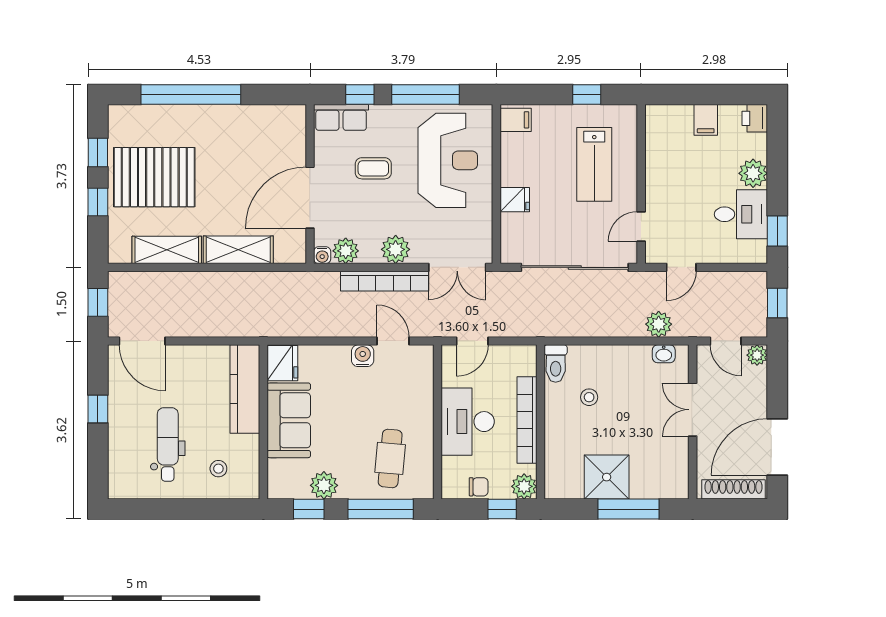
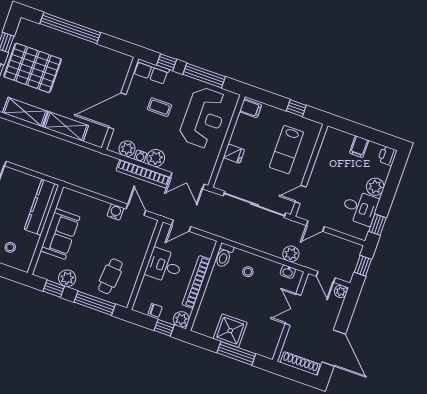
water cooler: (322, 255) -> (140, 156), moved
fridge: (282, 363) -> (68, 200), removed
stool: (589, 397) -> (248, 272), moved
desk: (468, 422) -> (164, 266), width x0.73
door: (777, 447) -> (334, 348), swing flipped

